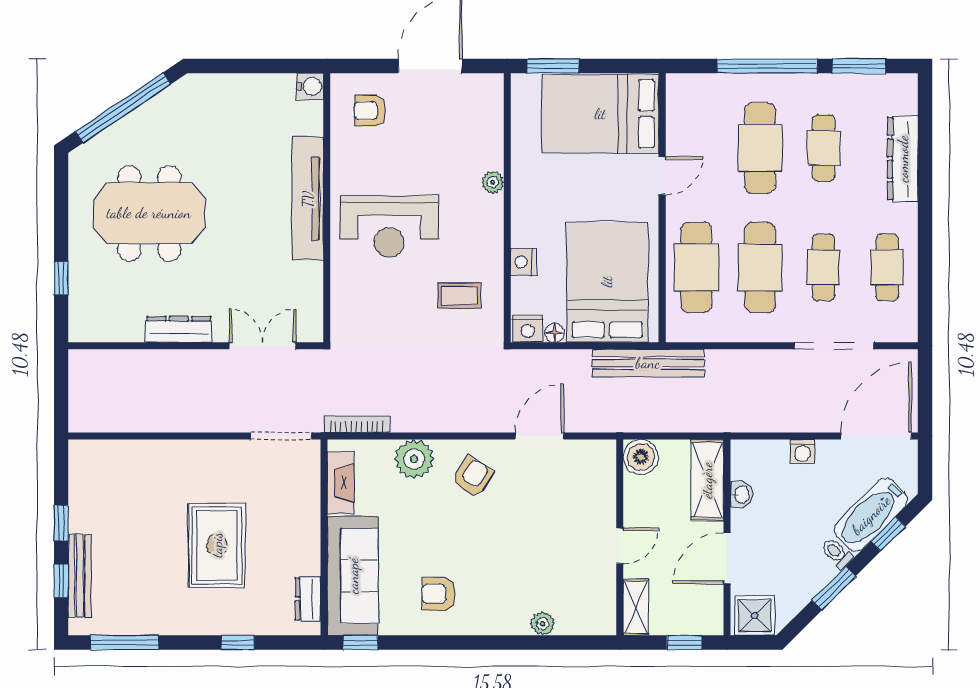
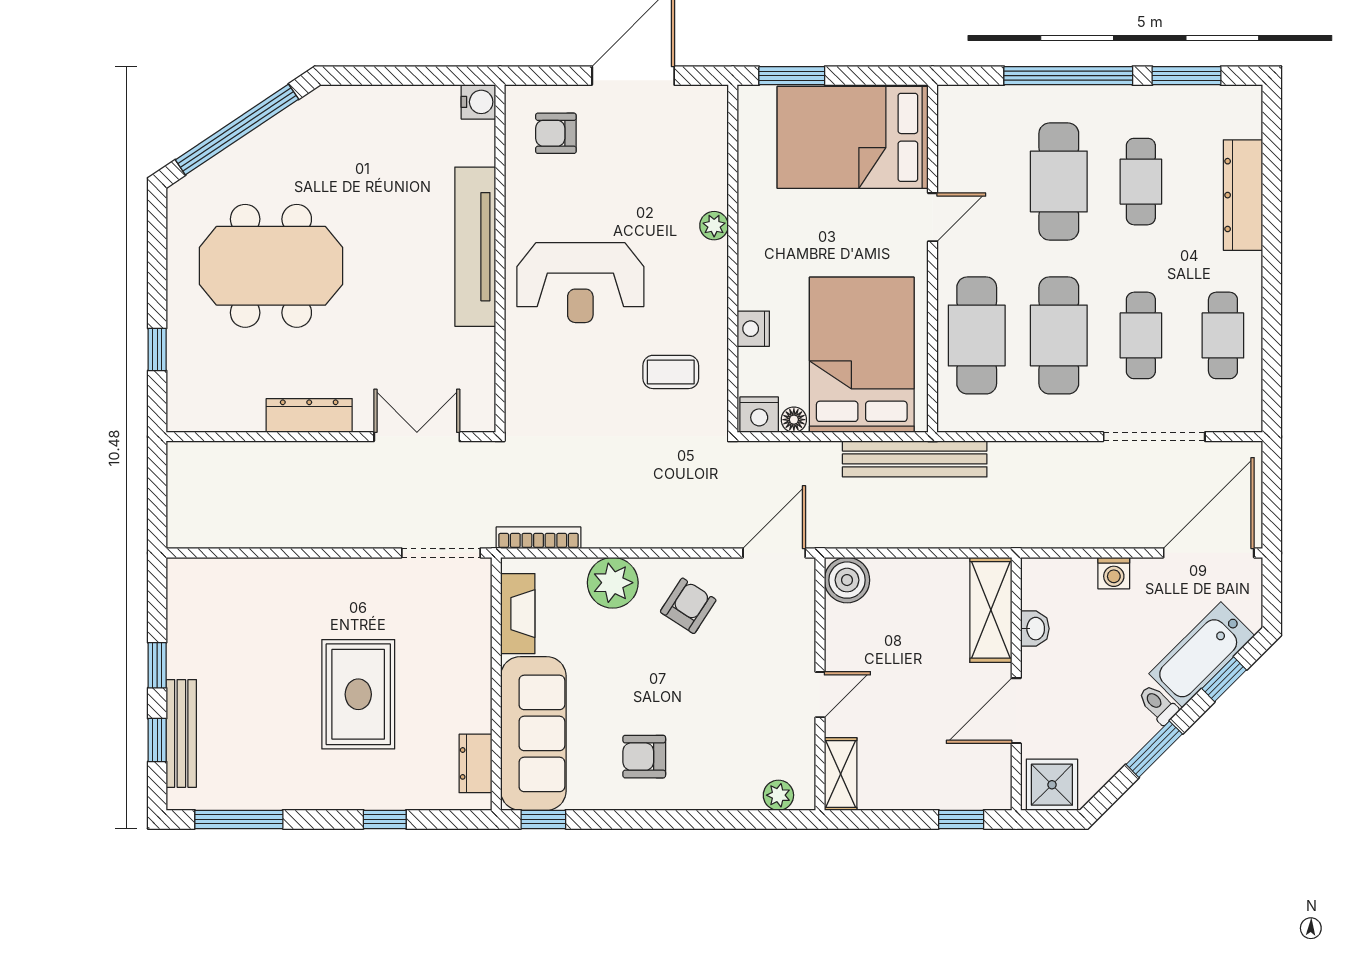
boiler: (641, 457) -> (847, 580), moved
wall: (620, 537) -> (820, 684), moved
door: (620, 546) -> (820, 695), moved
shelving: (636, 607) -> (841, 774), moved

